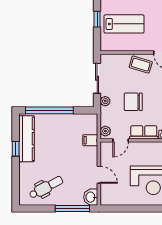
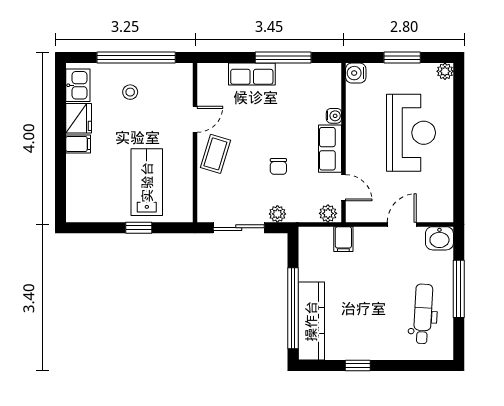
chair: (133, 102) -> (278, 166), width x0.54, depth x0.54
kitchen counter: (26, 139) -> (311, 321), moved, turned 90
dental chair: (46, 187) -> (423, 314), turned 31
window: (72, 208) -> (459, 289), moved

